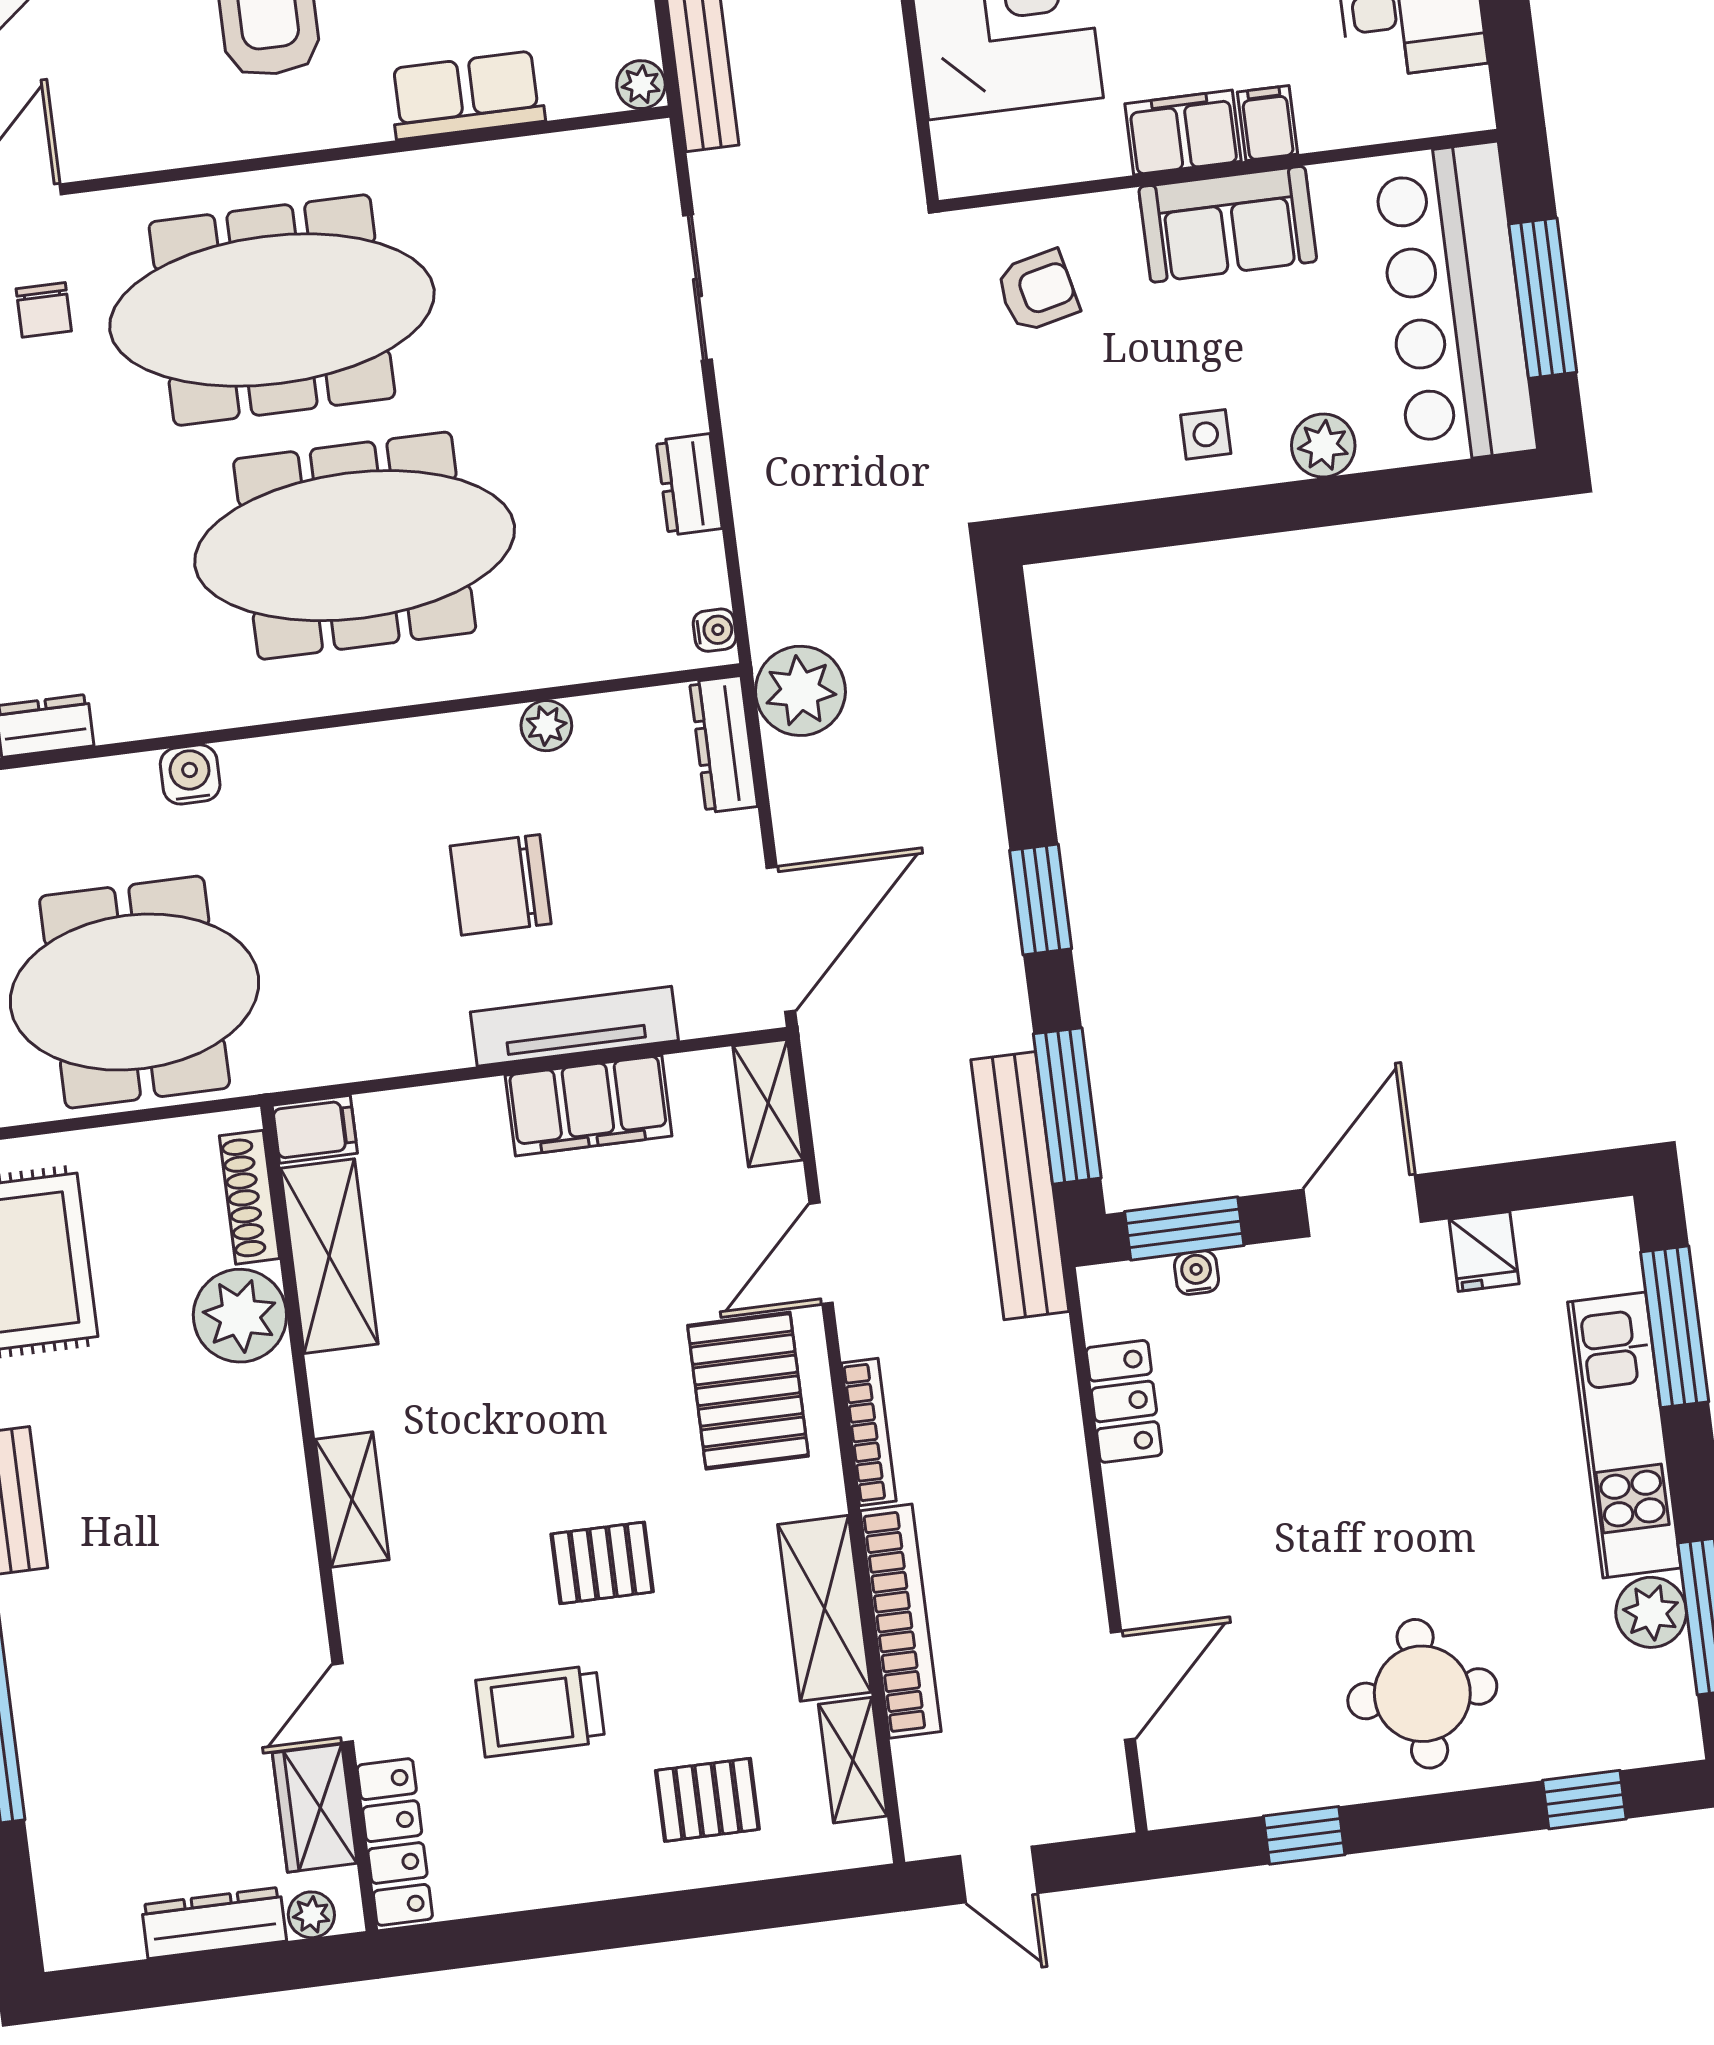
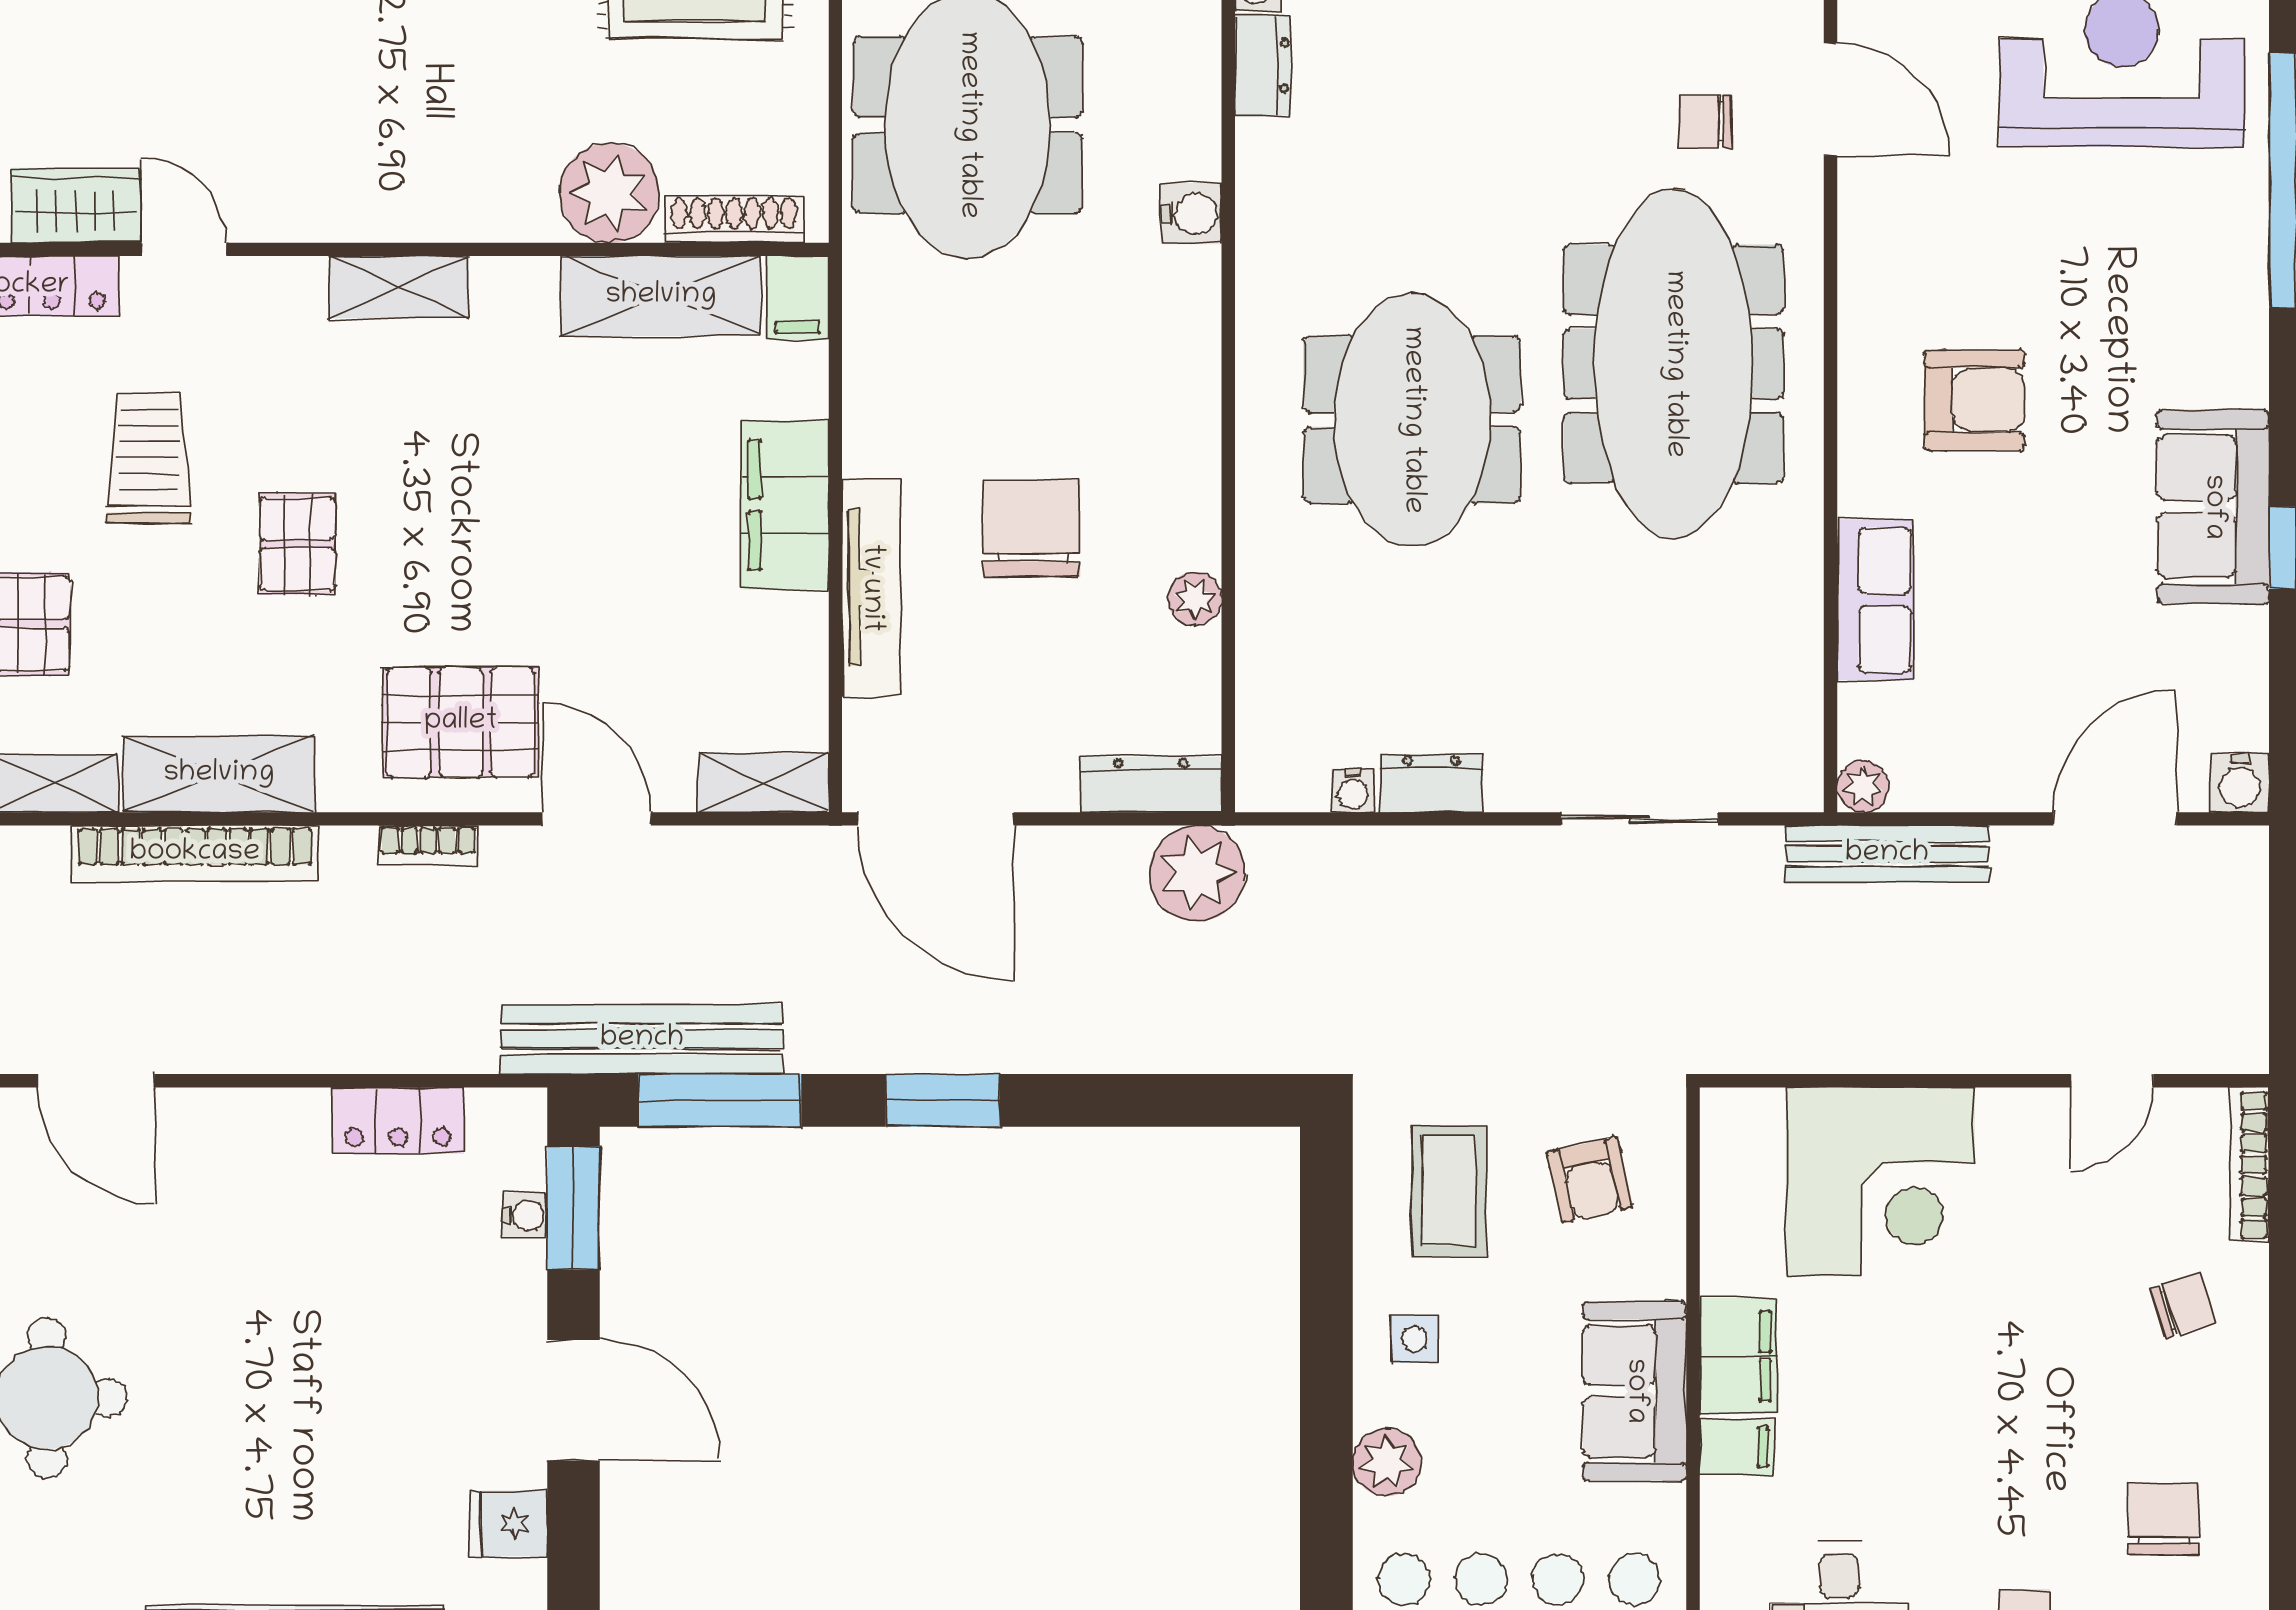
coffee table: (1064, 420) -> (1449, 1191), added
meeting table: (355, 546) -> (1412, 420), width x0.73
water cooler: (715, 630) -> (1353, 791), moved
filing cabinet: (589, 1106) -> (785, 505), moved
bookcase: (869, 1432) -> (428, 845), width x0.64

